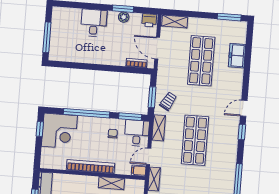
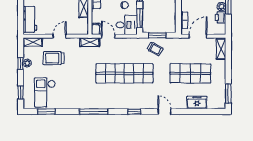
printer: (149, 20) -> (220, 17), moved
door: (244, 108) -> (164, 112), moved
shelving: (159, 128) -> (132, 43), removed
shop shelf: (195, 140) -> (124, 73), width x1.40

